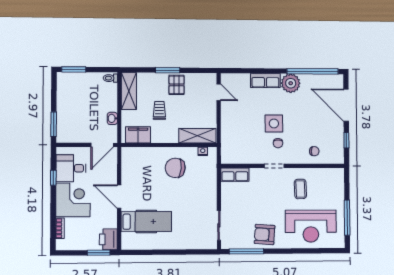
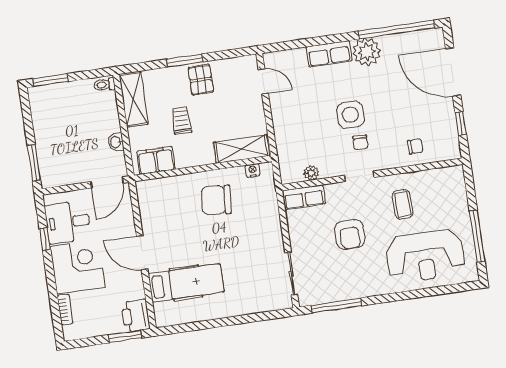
plant: (242, 159) -> (311, 173), added
armchair: (265, 234) -> (350, 234), moved, turned -94

